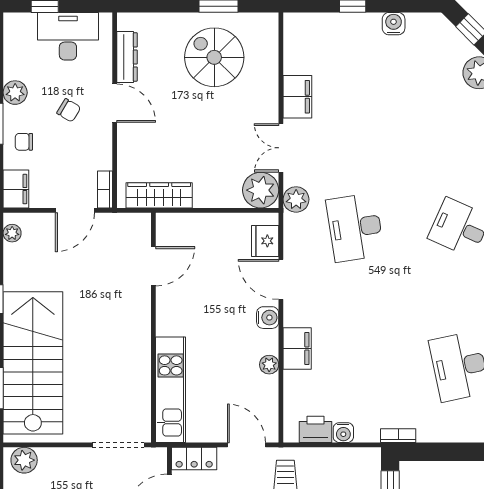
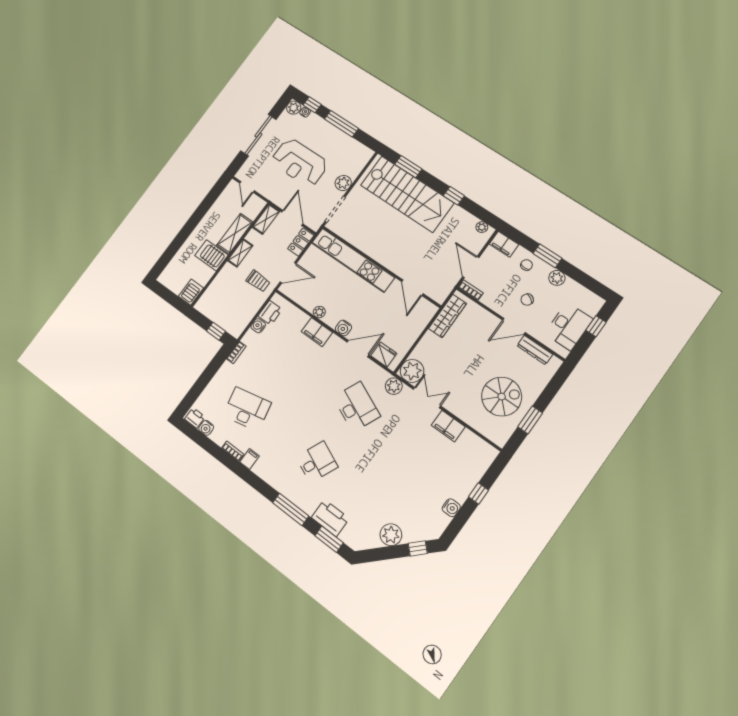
desk: (355, 227) -> (357, 407), turned 33
kitchen unit: (171, 390) -> (353, 260), width x1.36
plant: (24, 460) -> (343, 183), moved

